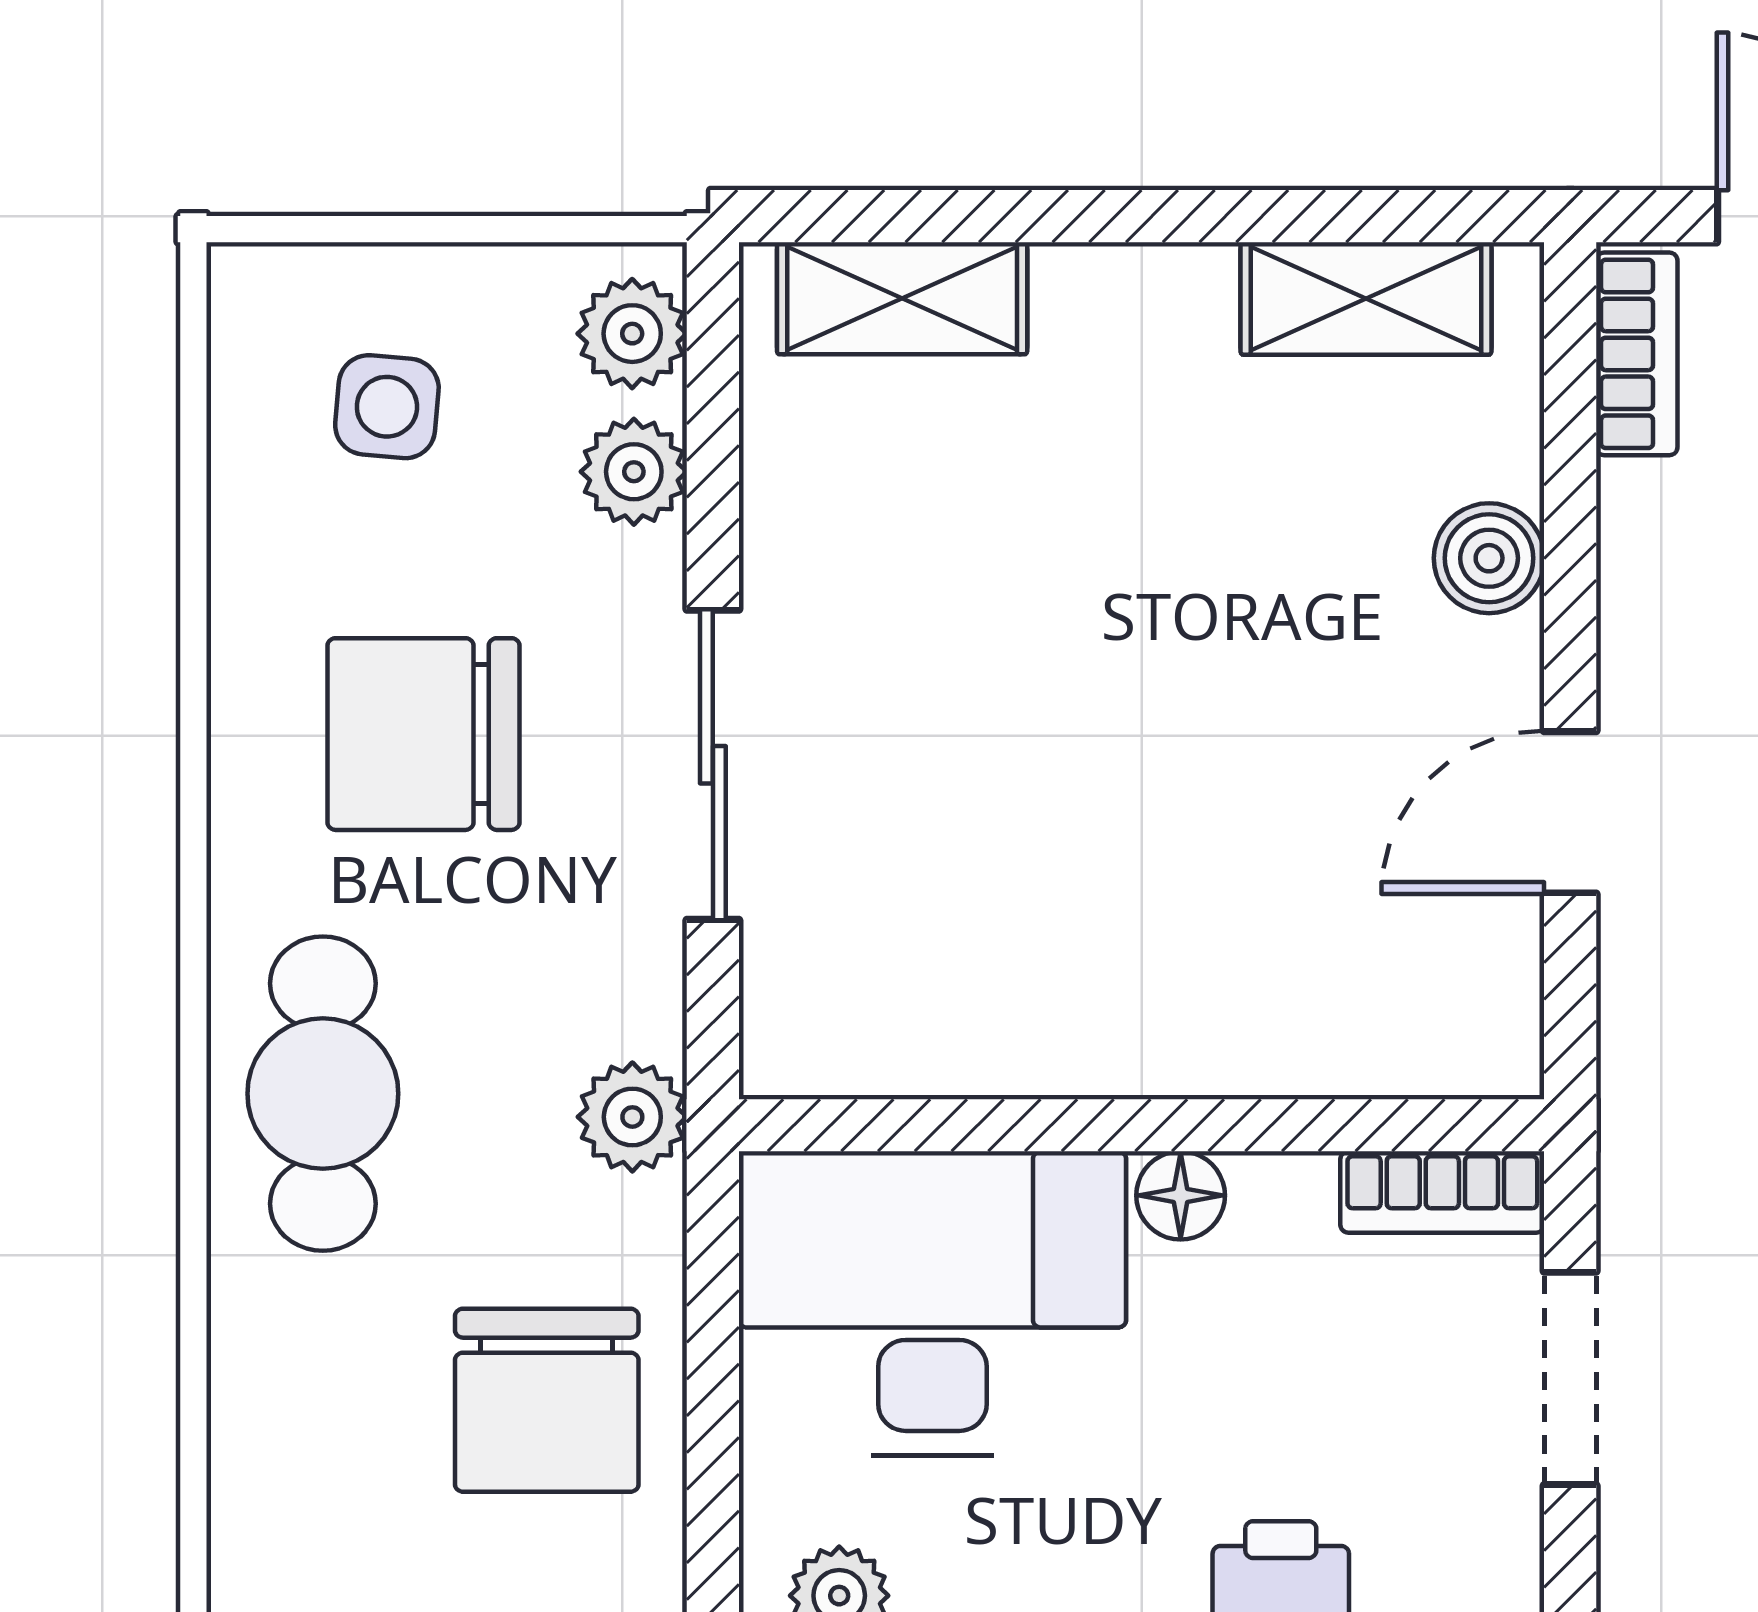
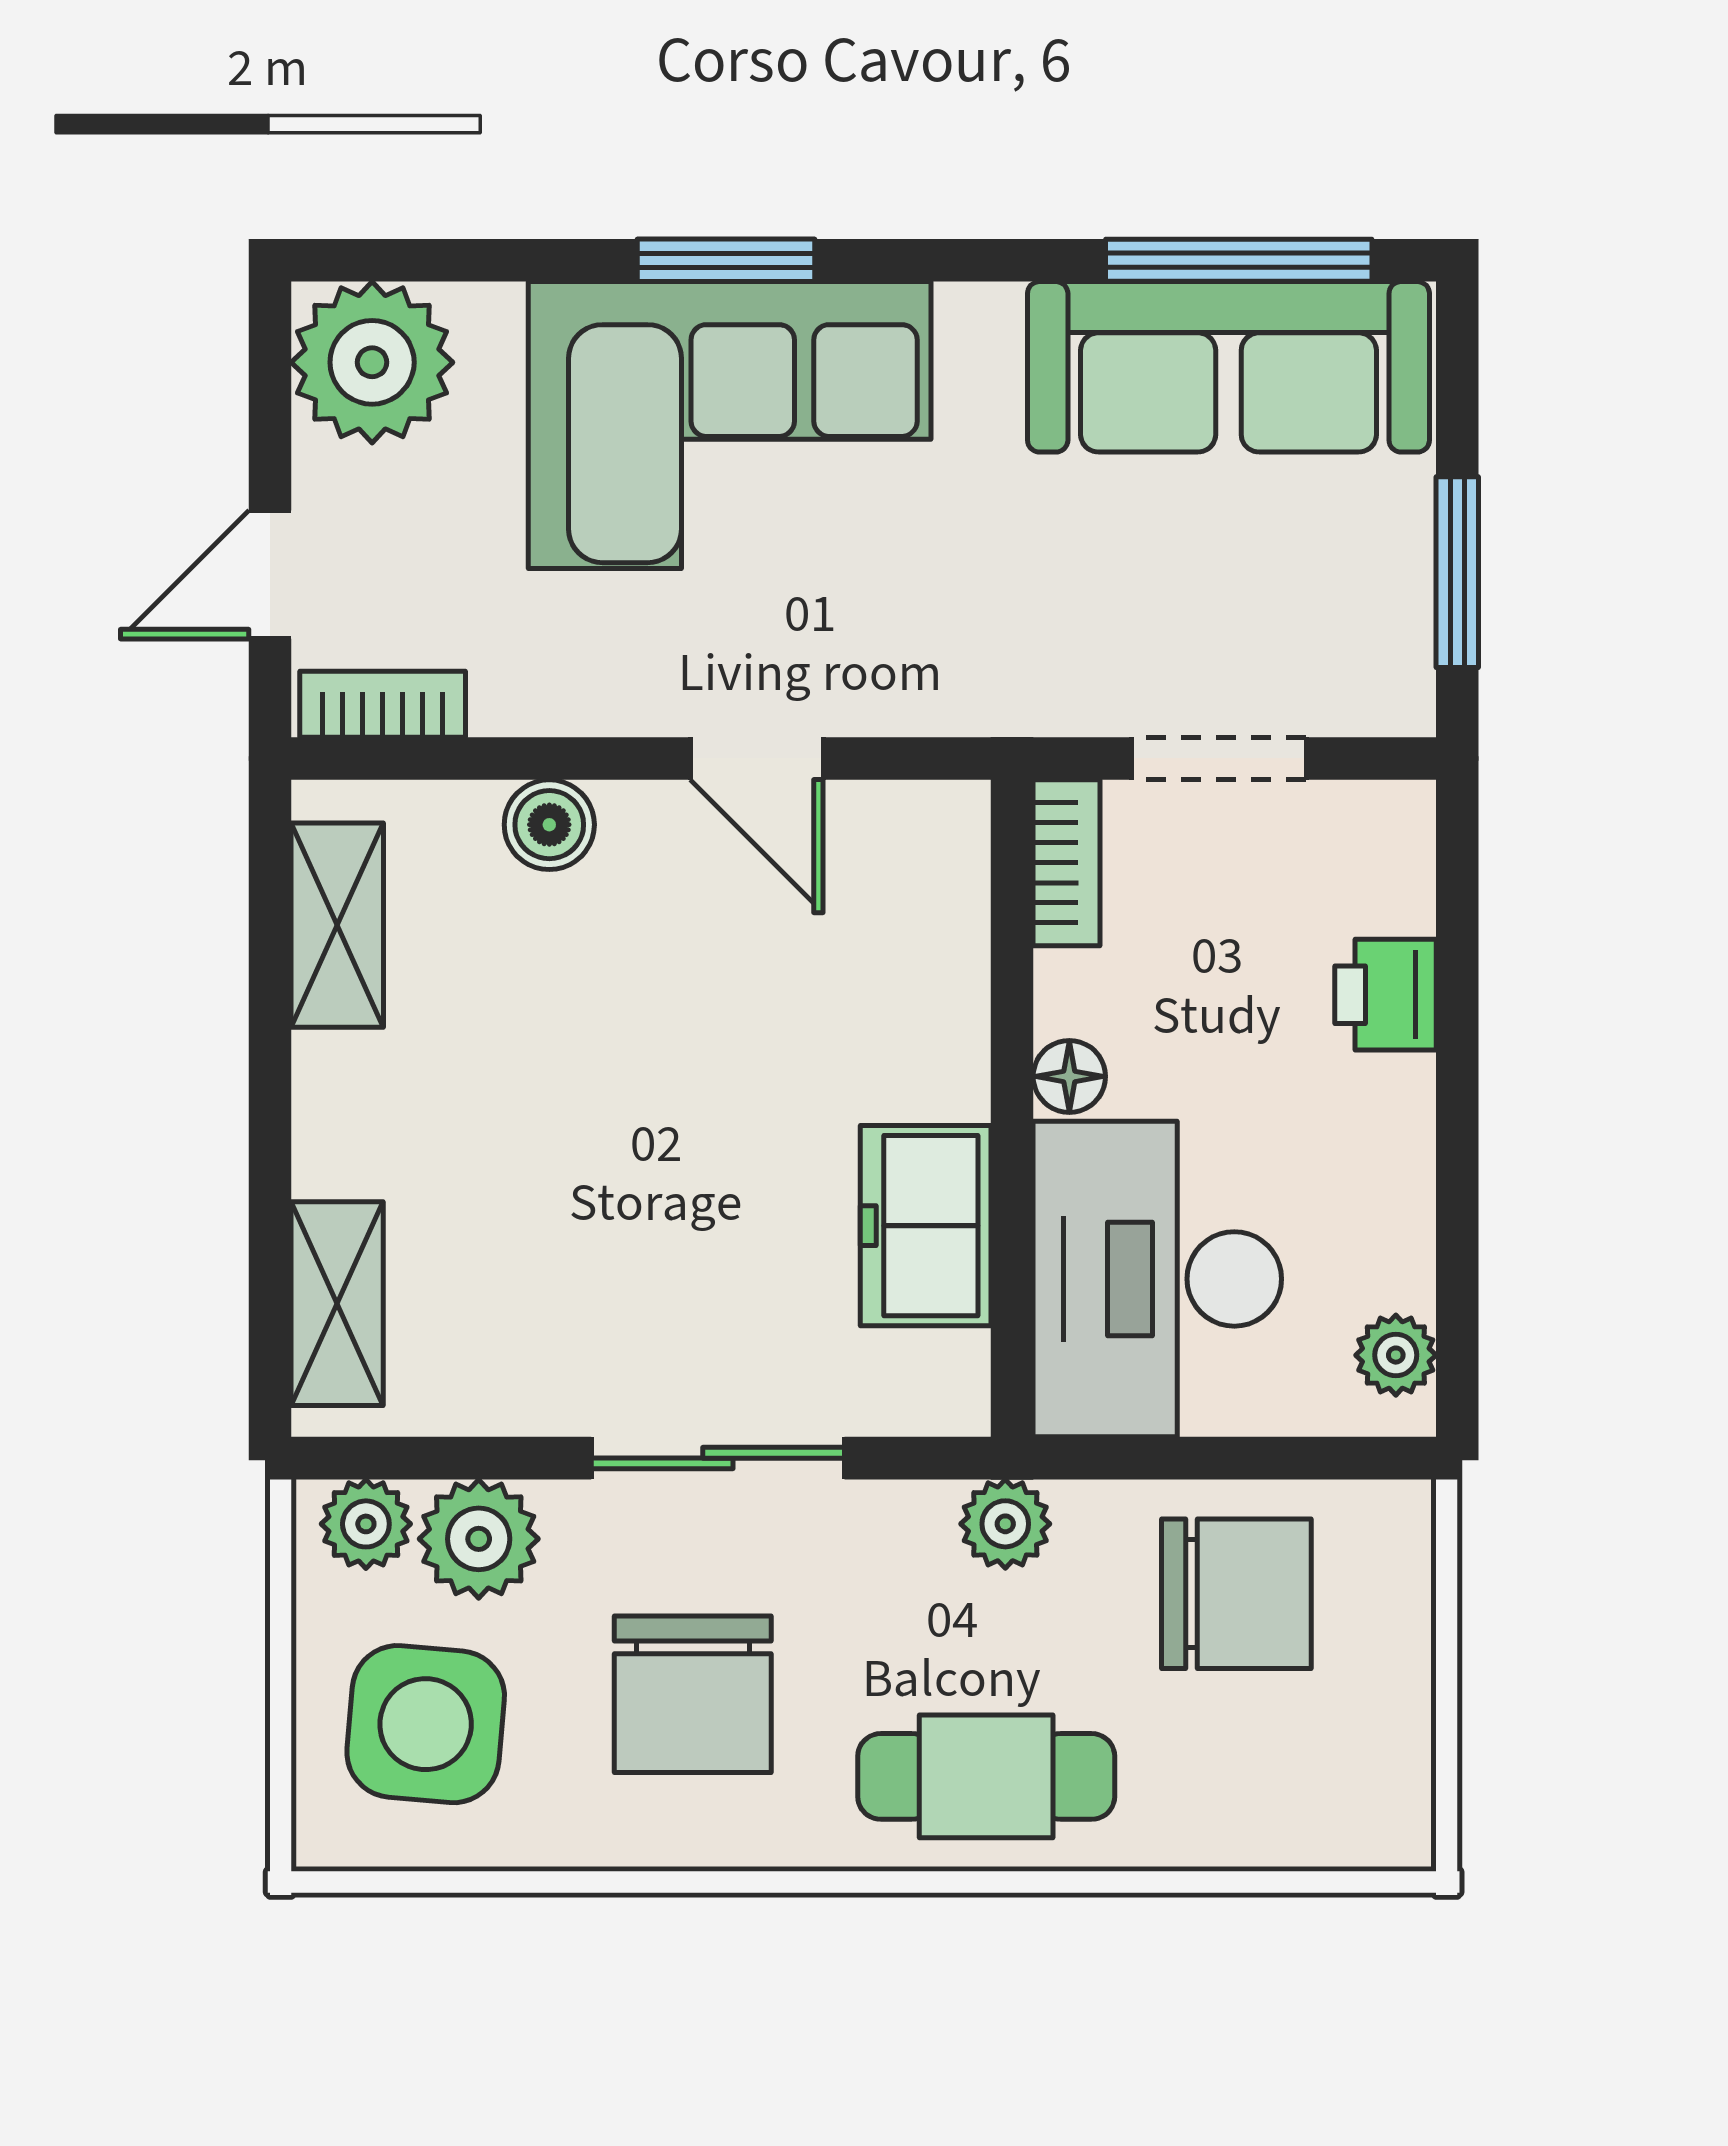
side table: (387, 407) -> (426, 1724), width x1.87, depth x1.87
plant: (634, 472) -> (479, 1539), width x1.38, depth x1.38
freezer: (998, 1019) -> (926, 1226), added

